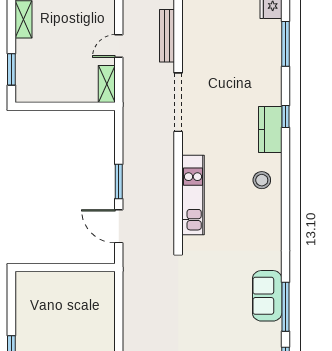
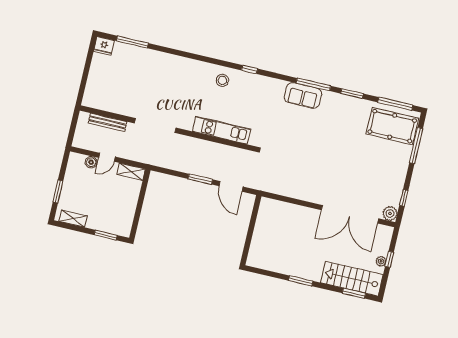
boiler: (107, 26) -> (91, 162), added
door: (119, 46) -> (107, 157), hinge flipped
window: (286, 117) -> (250, 70), moved
kitchen counter: (270, 130) -> (189, 66), removed
door: (119, 226) -> (231, 186), hinge flipped

